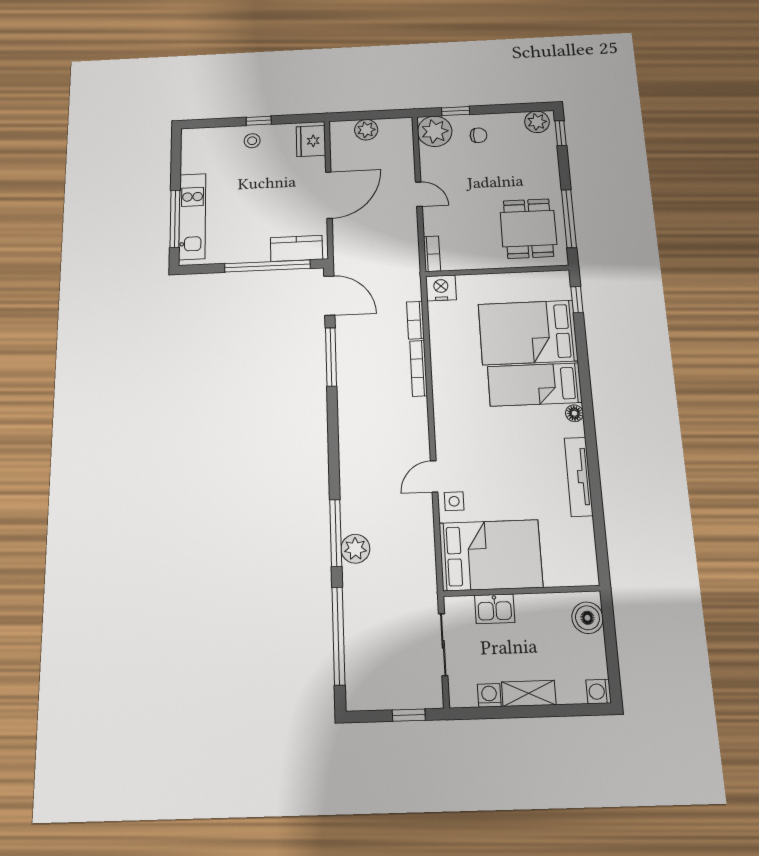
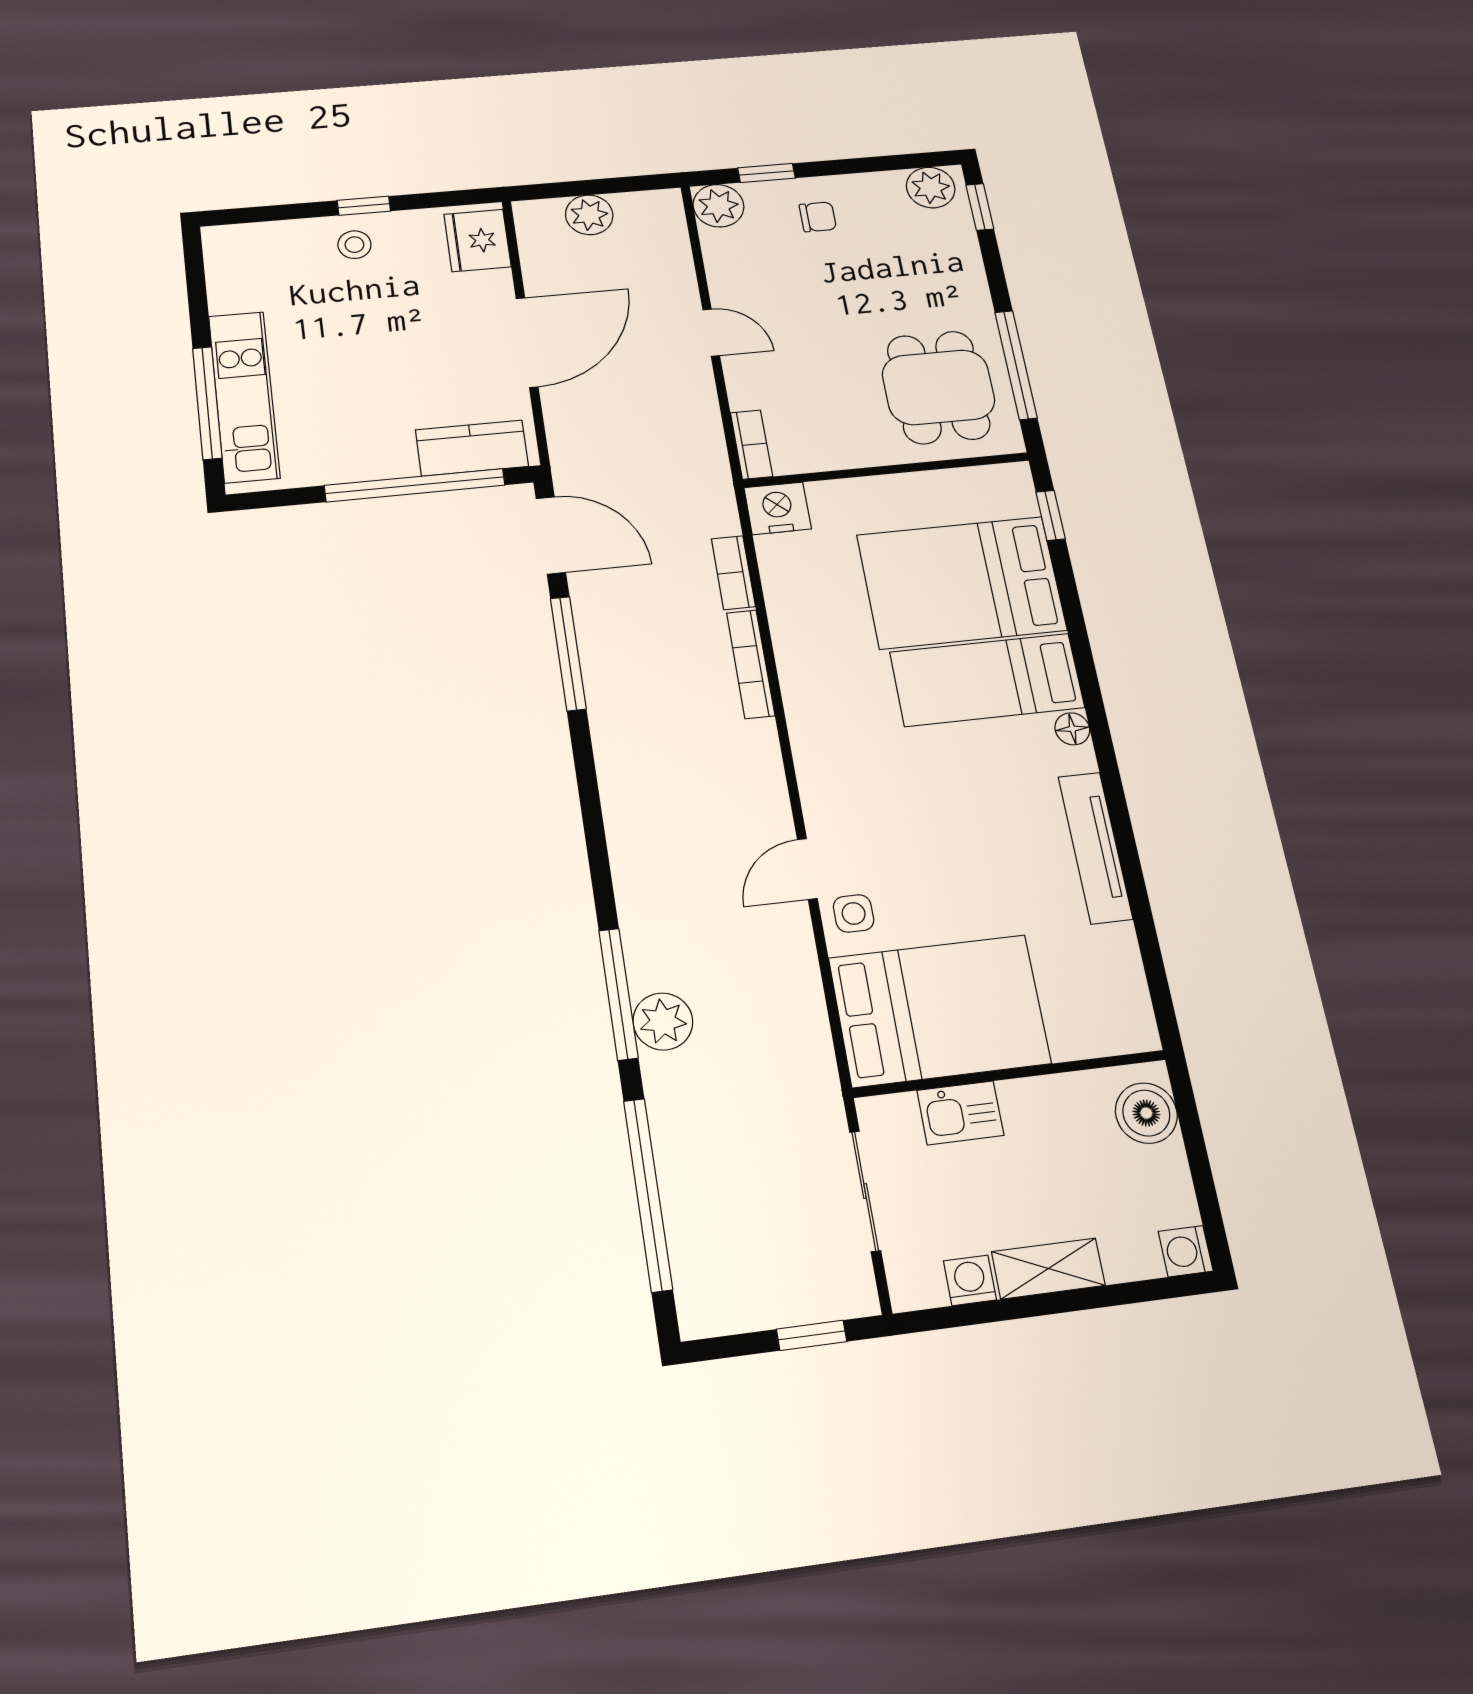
plant: (435, 131) -> (718, 206), width x0.73, depth x0.73

